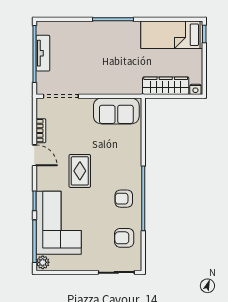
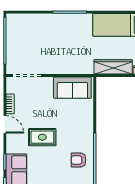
tv unit: (43, 53) -> (12, 40), removed
rug: (80, 171) -> (42, 137), turned 90

